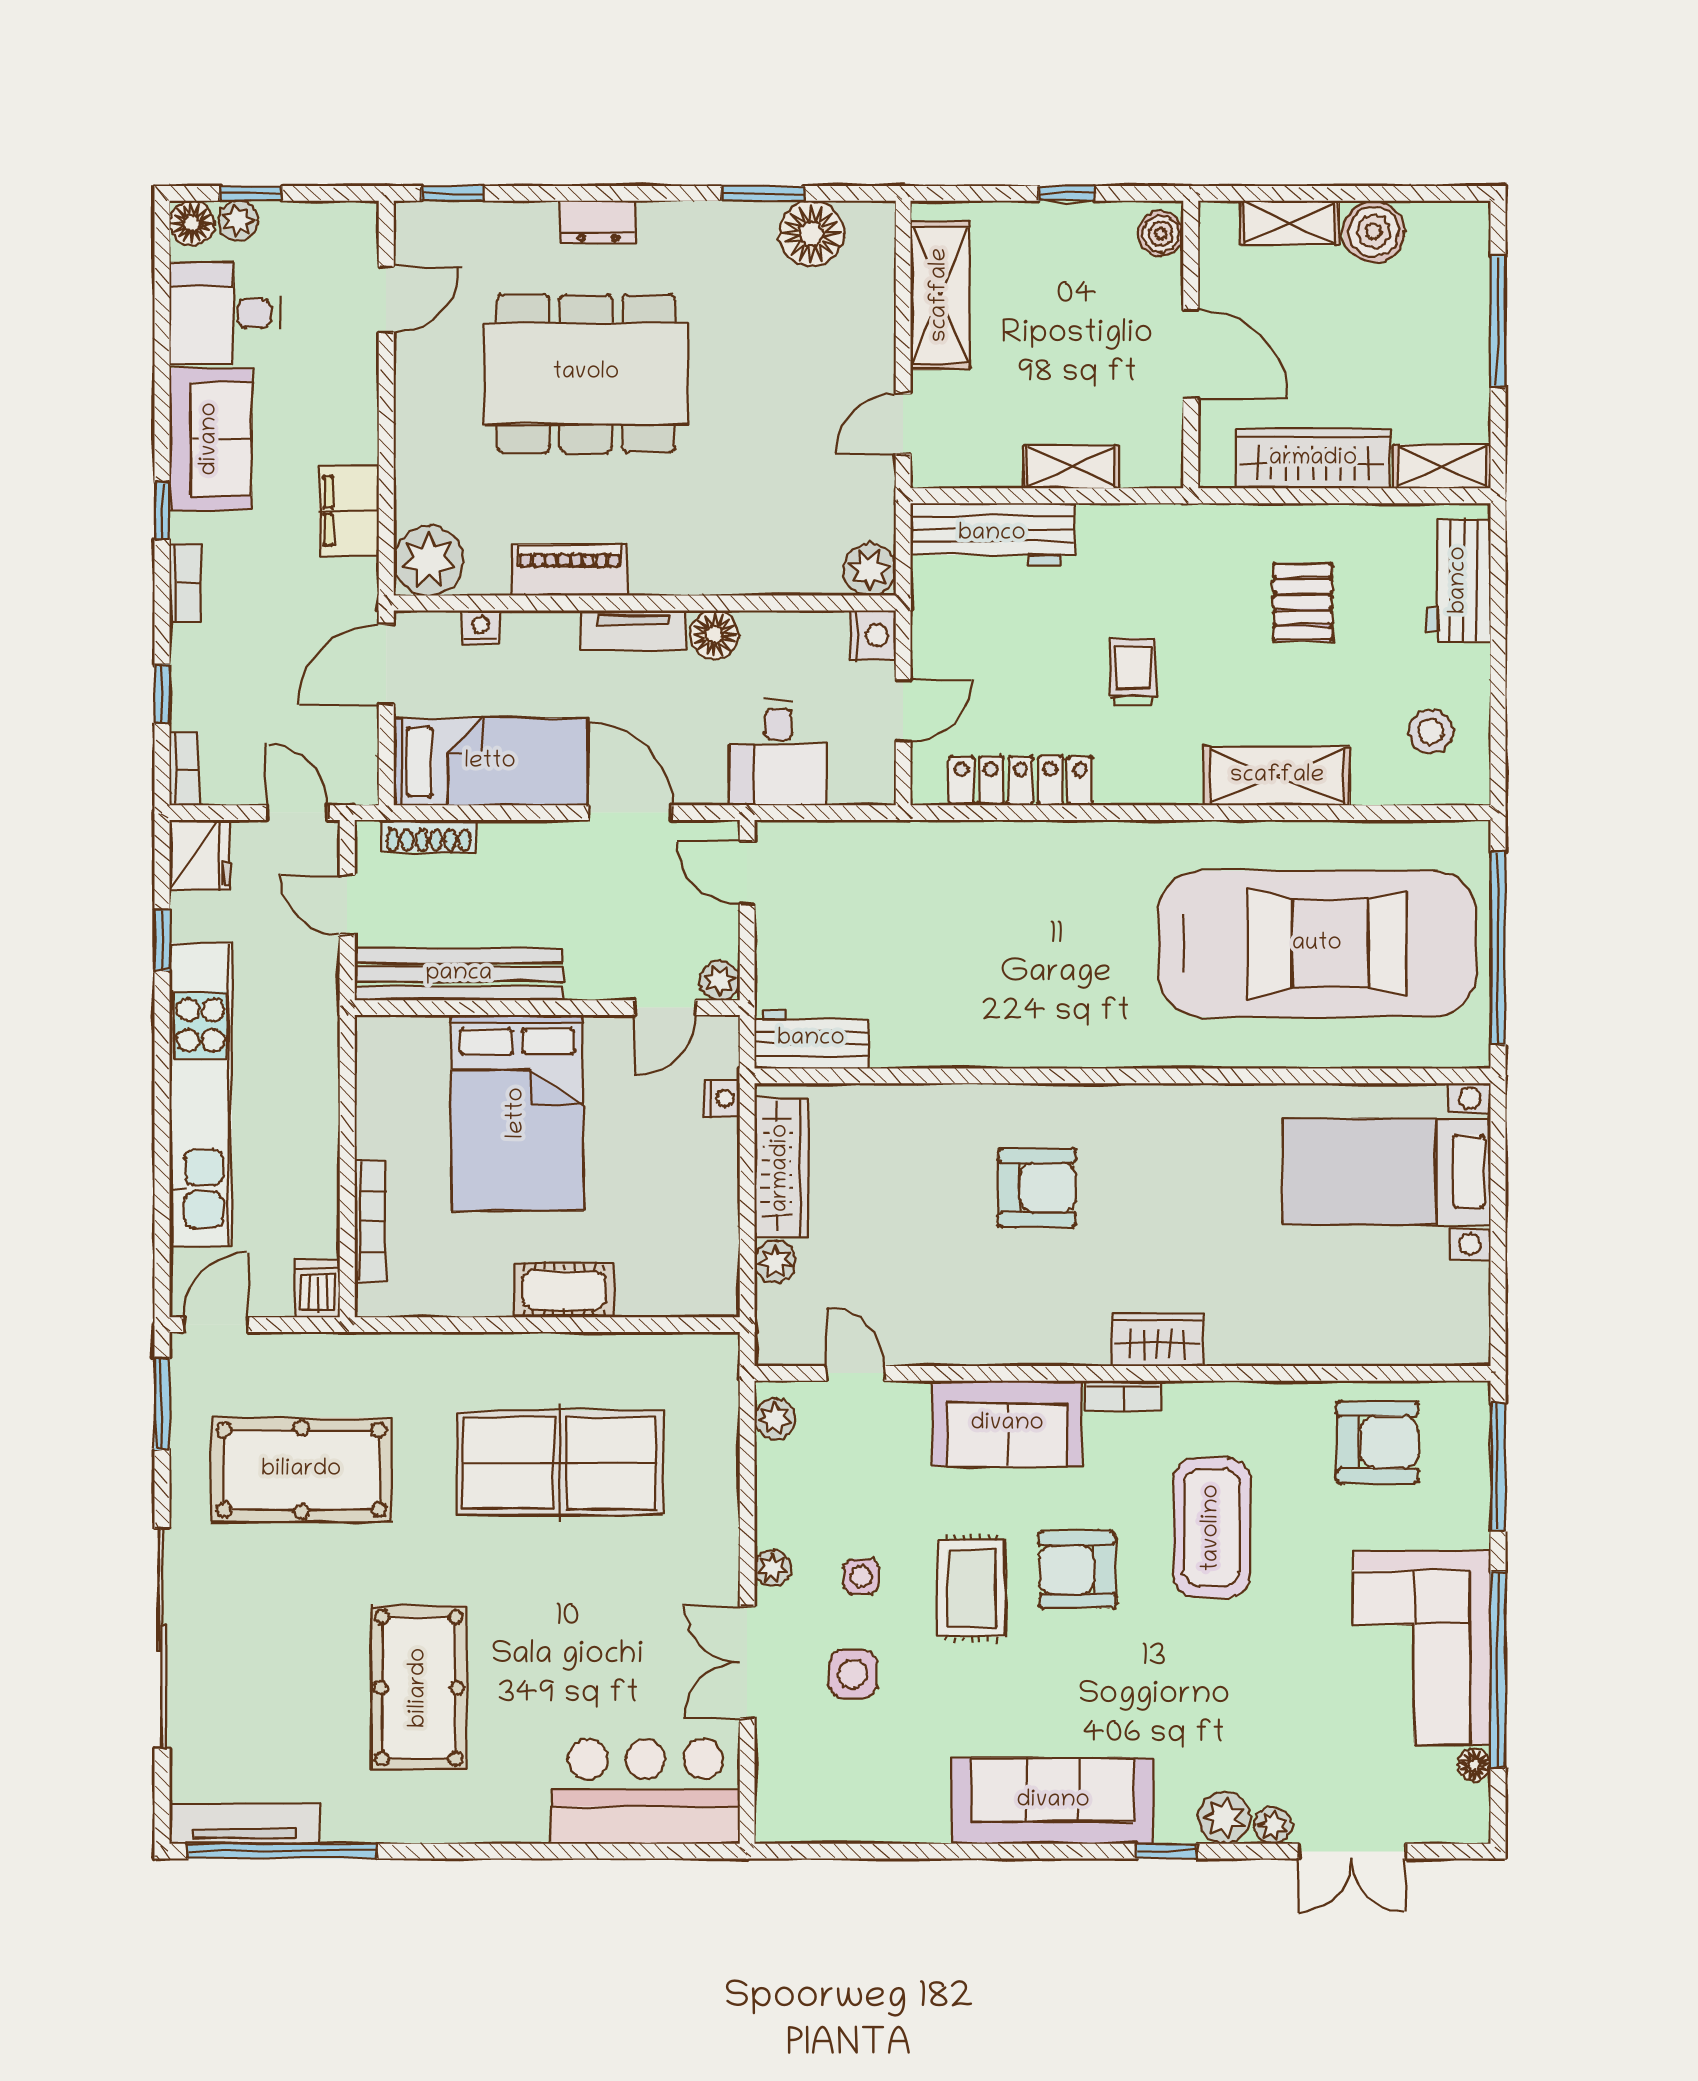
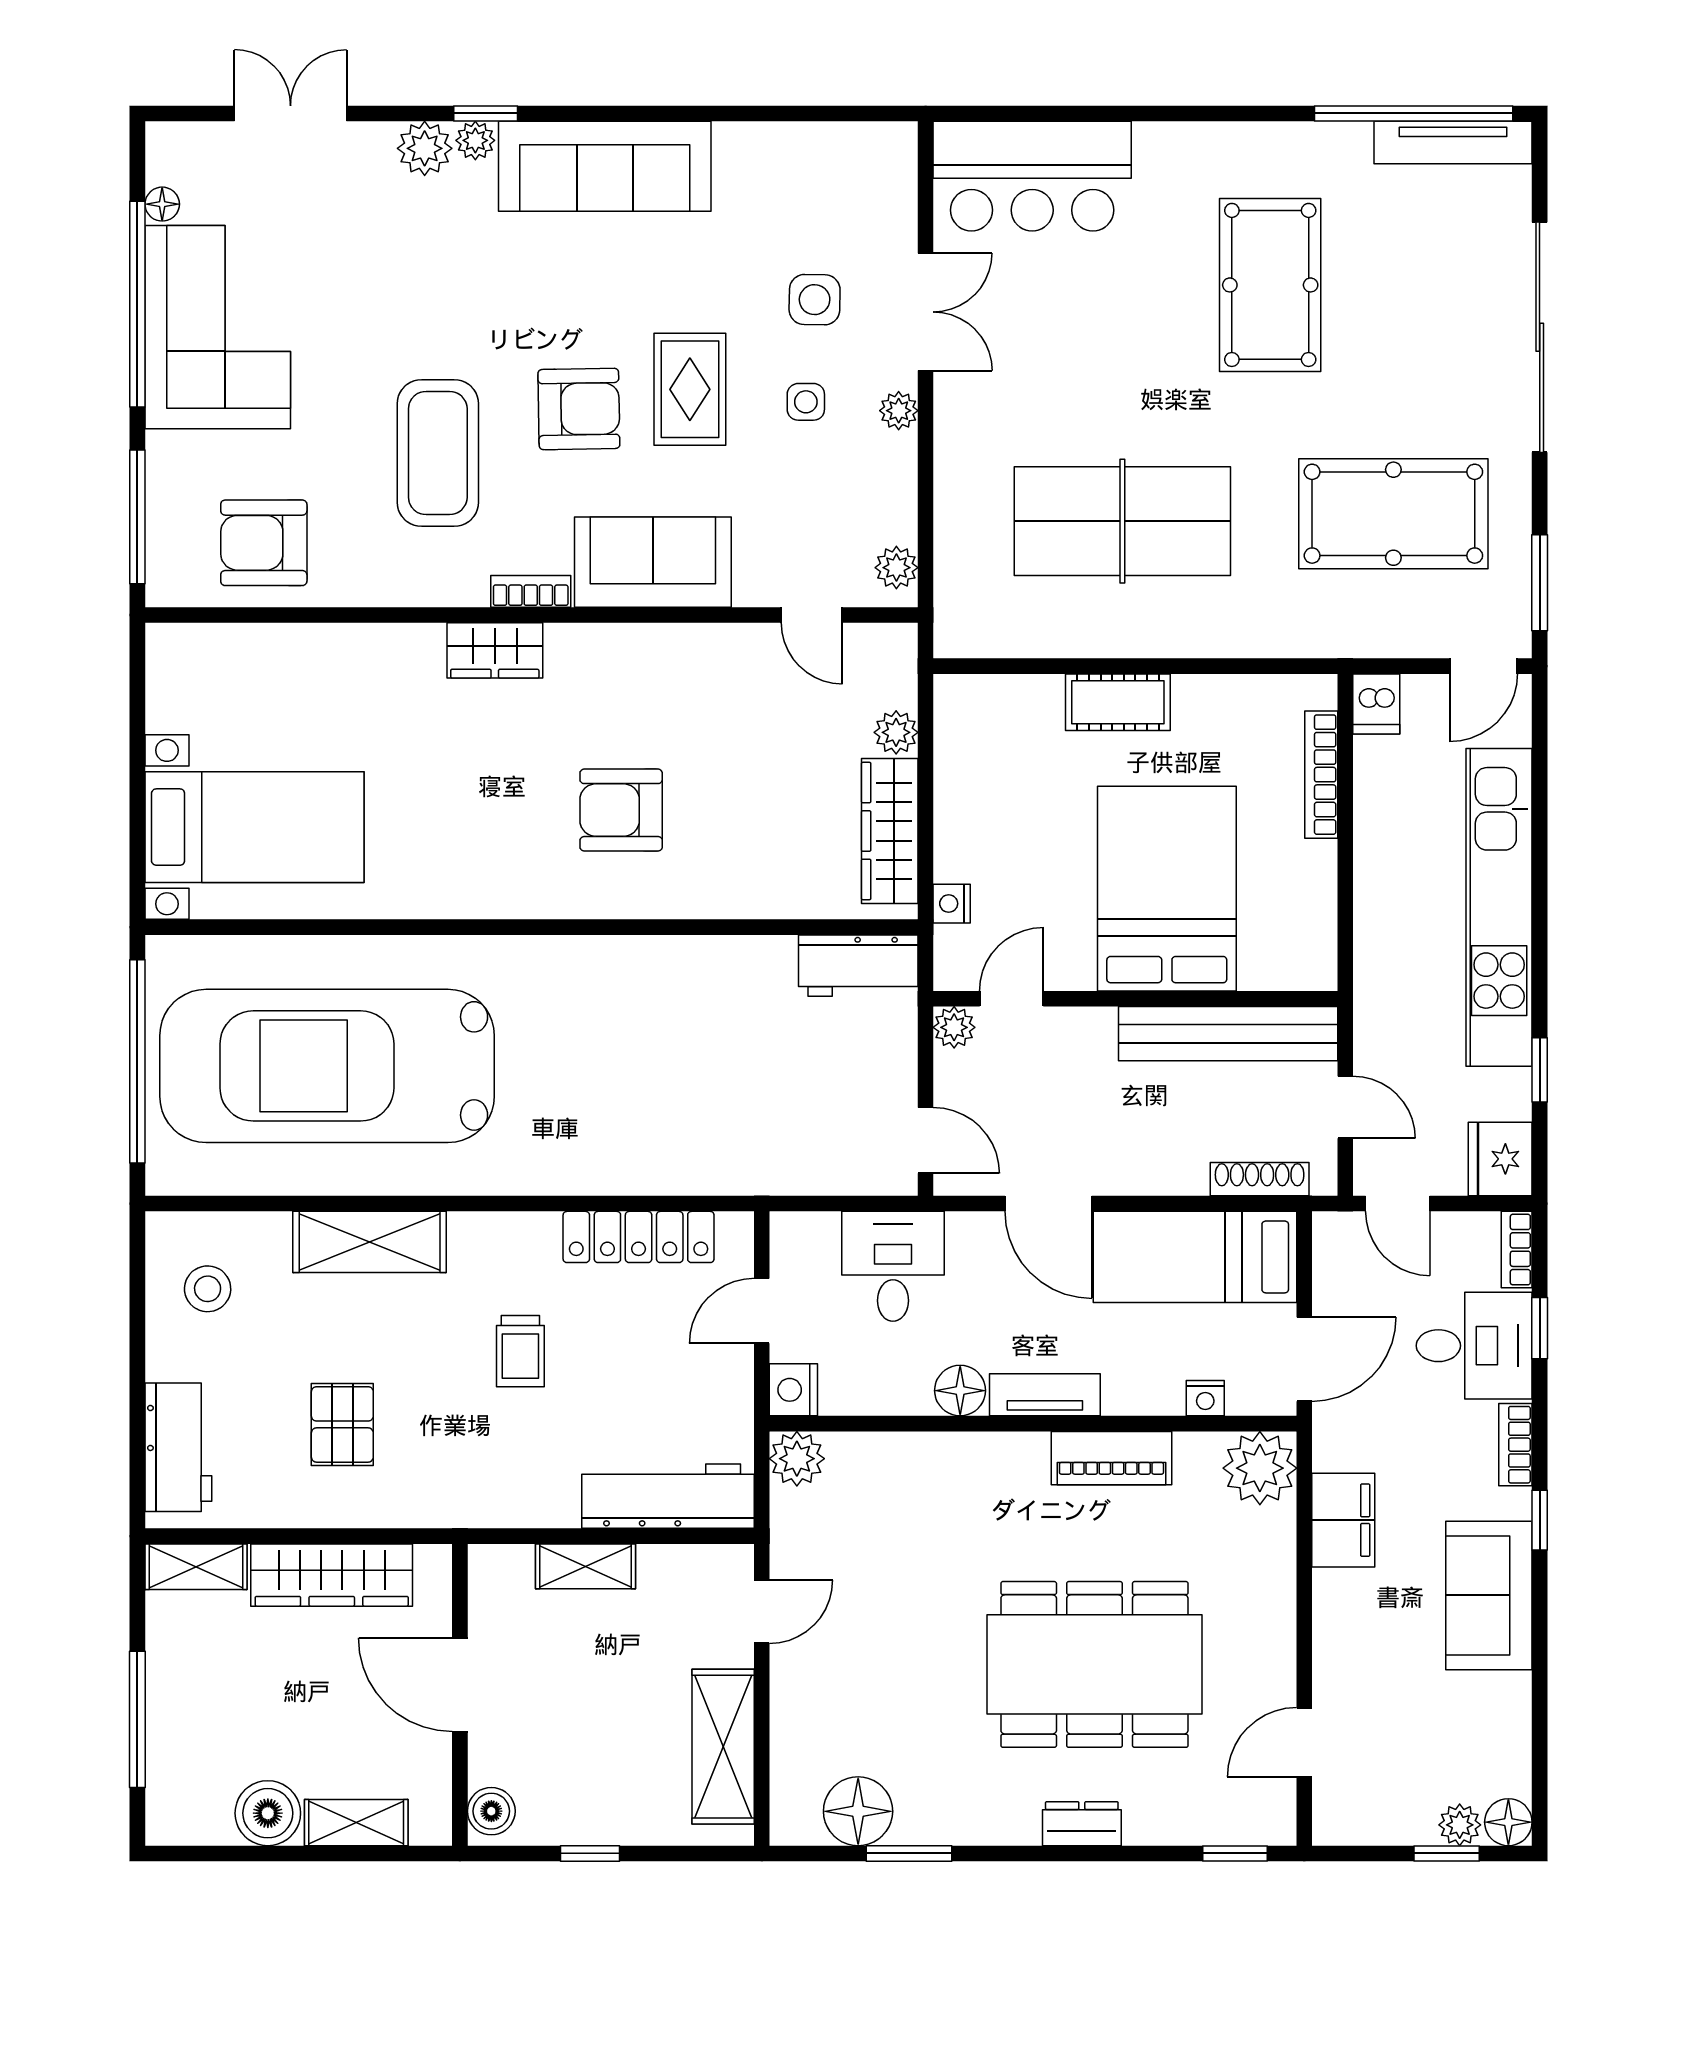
desk: (224, 313) -> (1474, 1346), moved
plant: (1273, 1825) -> (475, 140), moved

